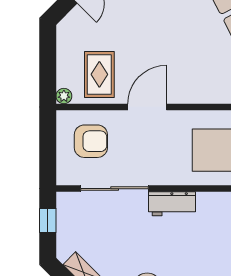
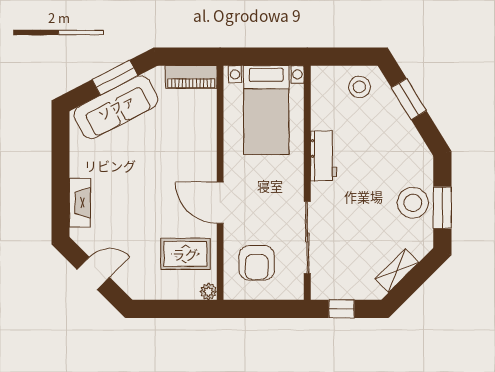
armchair: (91, 141) -> (257, 263), turned 180
workbench: (172, 204) -> (323, 156), moved

